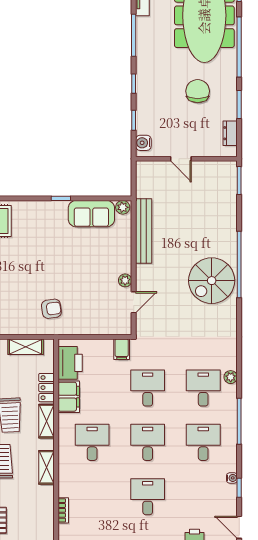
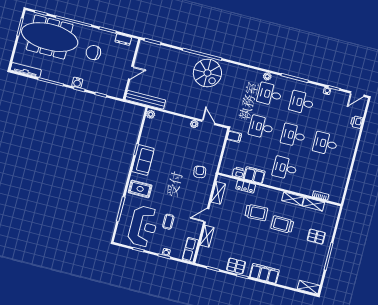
water cooler: (143, 143) -> (77, 83), moved
sofa: (91, 214) -> (143, 160), moved
bench: (144, 231) -> (145, 100), moved
printer: (70, 363) -> (239, 173), width x0.53, depth x0.68
shelving: (47, 421) -> (314, 204), moved

